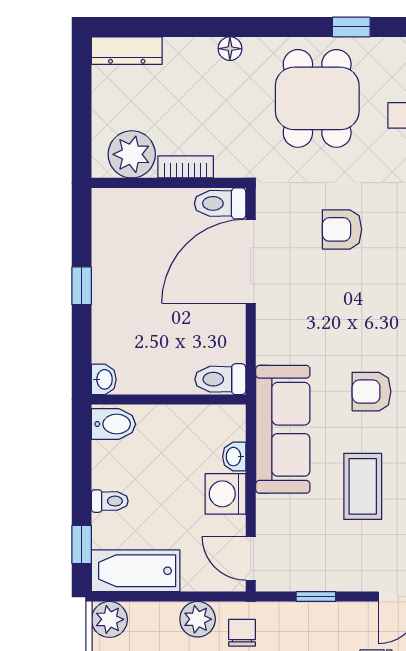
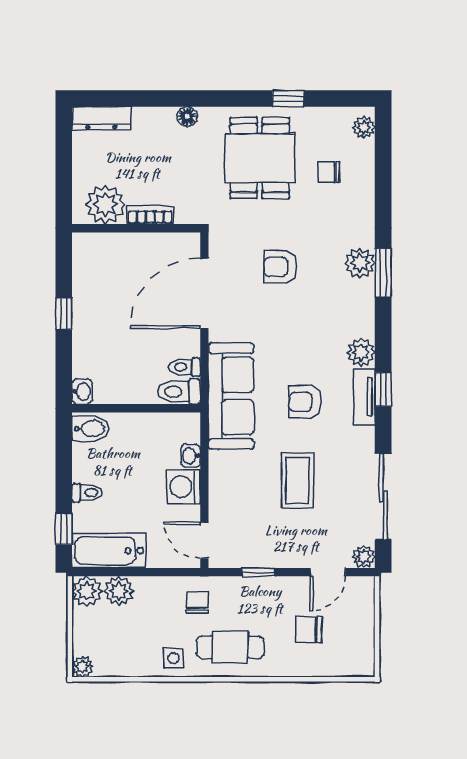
toilet: (220, 203) -> (185, 367), moved, width x0.73, depth x0.72
sofa: (283, 429) -> (231, 396), moved
plant: (198, 619) -> (119, 591), moved

